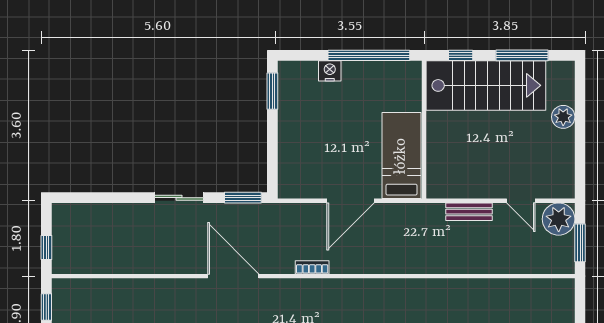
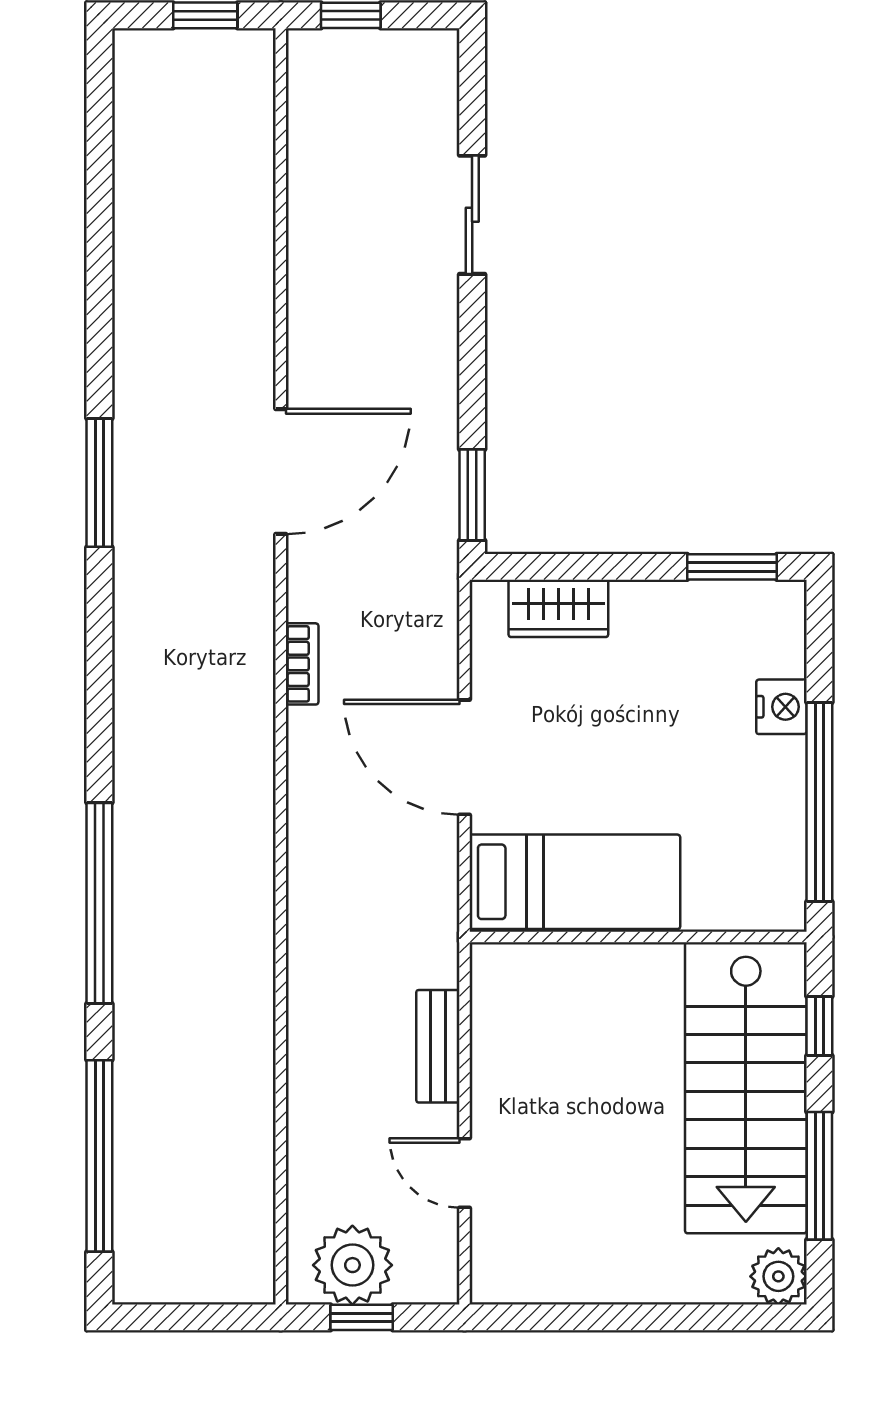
plant: (563, 117) -> (778, 1276), moved
wardrobe: (289, 162) -> (558, 608), added
sliding door: (179, 198) -> (472, 215), moved
door: (521, 201) -> (464, 1173), hinge flipped
plant: (559, 219) -> (352, 1265), moved
window: (580, 243) -> (362, 1317), width x0.67

